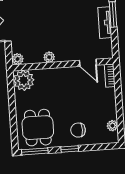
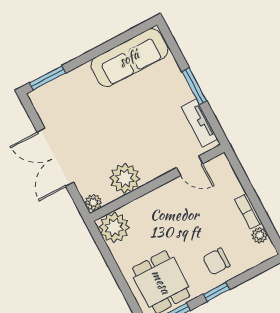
tv unit: (105, 23) -> (199, 123), moved
plant: (49, 57) -> (125, 178), width x1.87, depth x1.87
bookcase: (110, 76) -> (248, 211), moved

